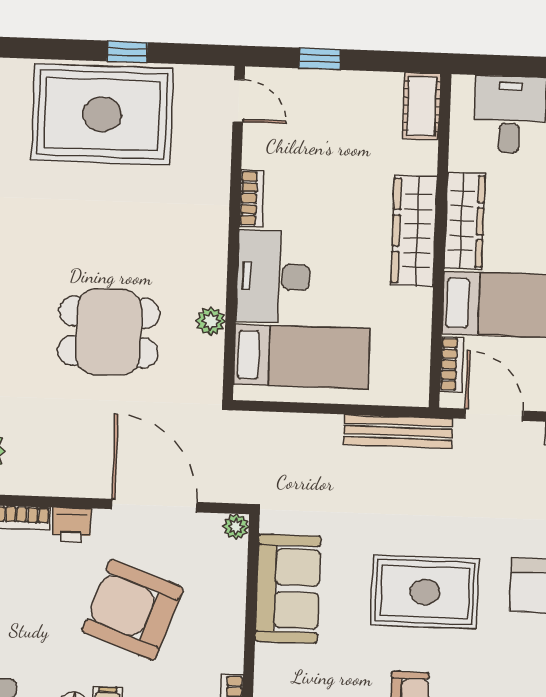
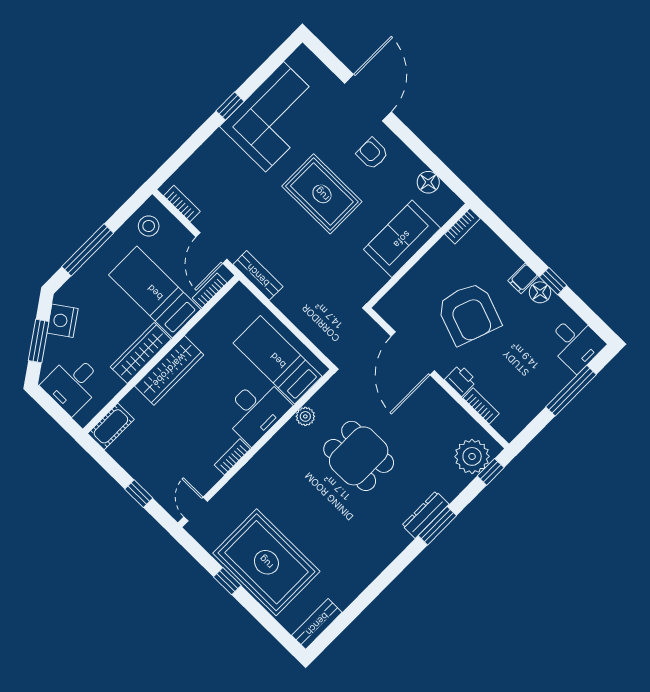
bench: (398, 432) -> (258, 275), width x0.73
plant: (236, 527) -> (383, 308), removed
sofa: (288, 589) -> (402, 239), moved

